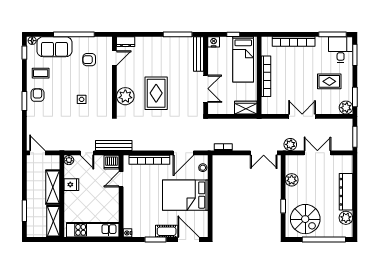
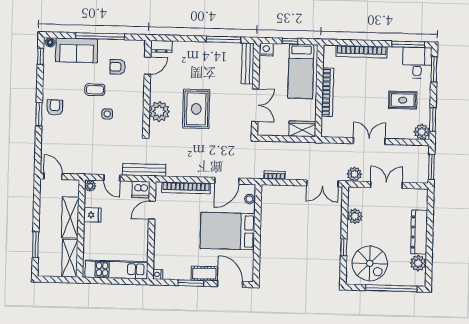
coffee table: (41, 73) -> (95, 90), moved

